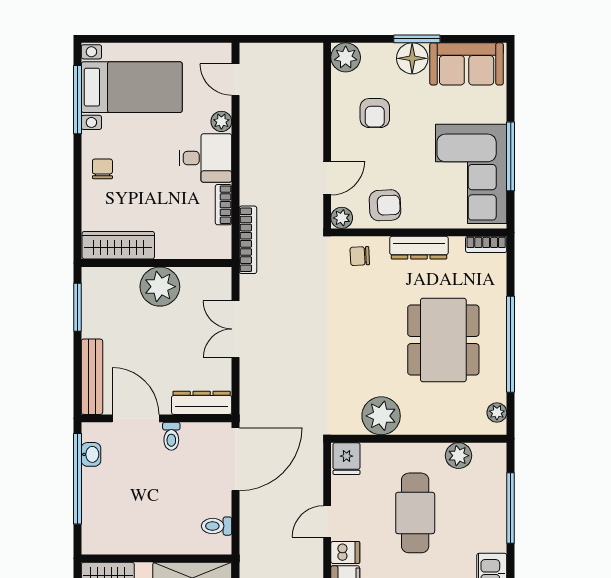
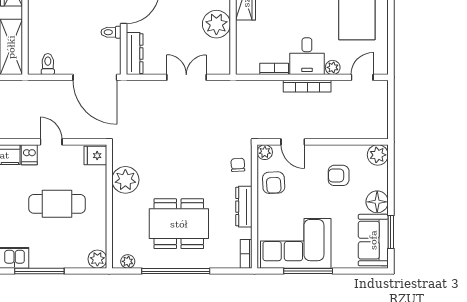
window: (417, 39) -> (391, 232), moved
bookcase: (248, 240) -> (307, 86), moved
plant: (459, 456) -> (97, 259), moved
window: (511, 508) -> (39, 271), moved

